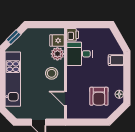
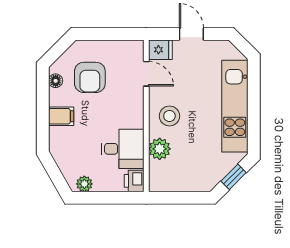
plant: (102, 33) -> (84, 184), added
fridge: (57, 40) -> (160, 50), moved
filing cabinet: (116, 60) -> (61, 116), moved
armchair: (99, 96) -> (90, 77), turned 180

